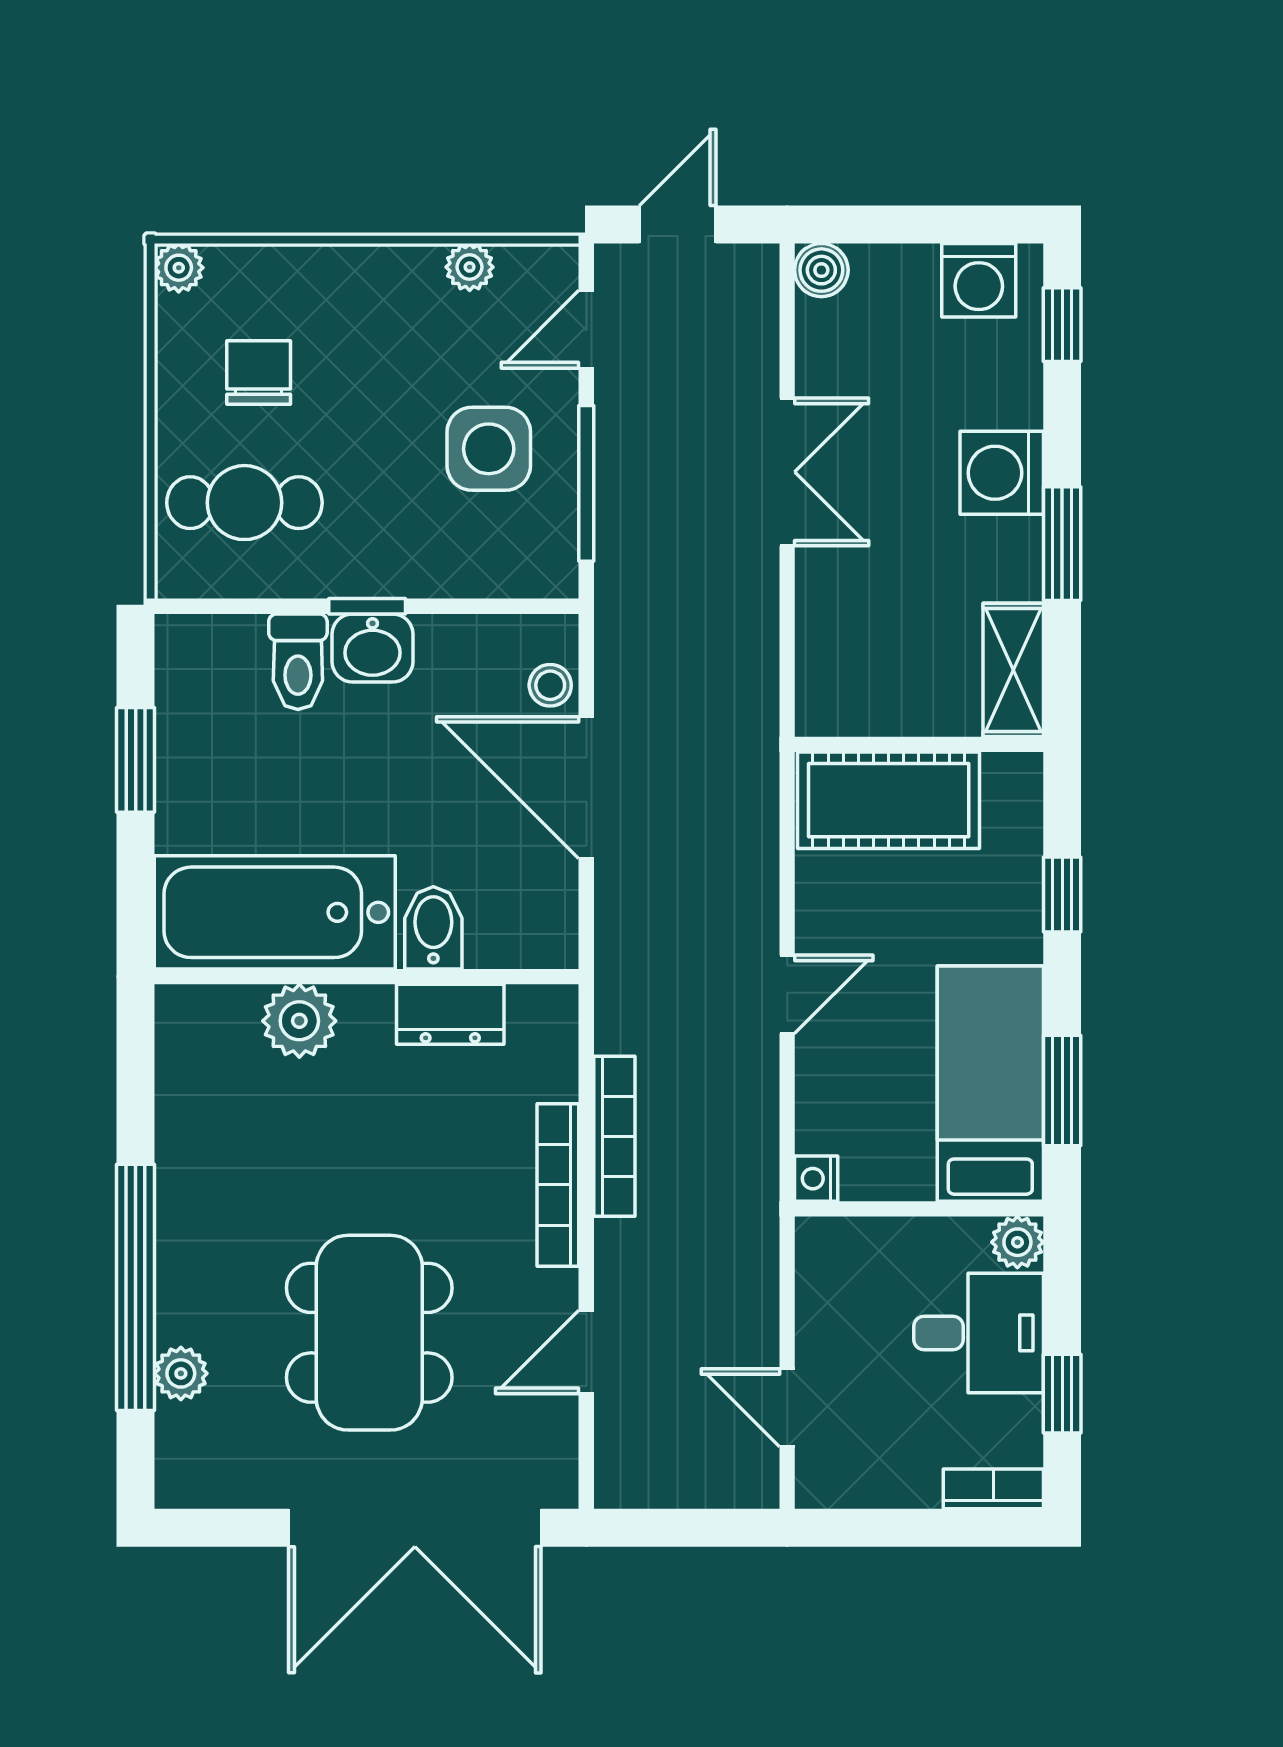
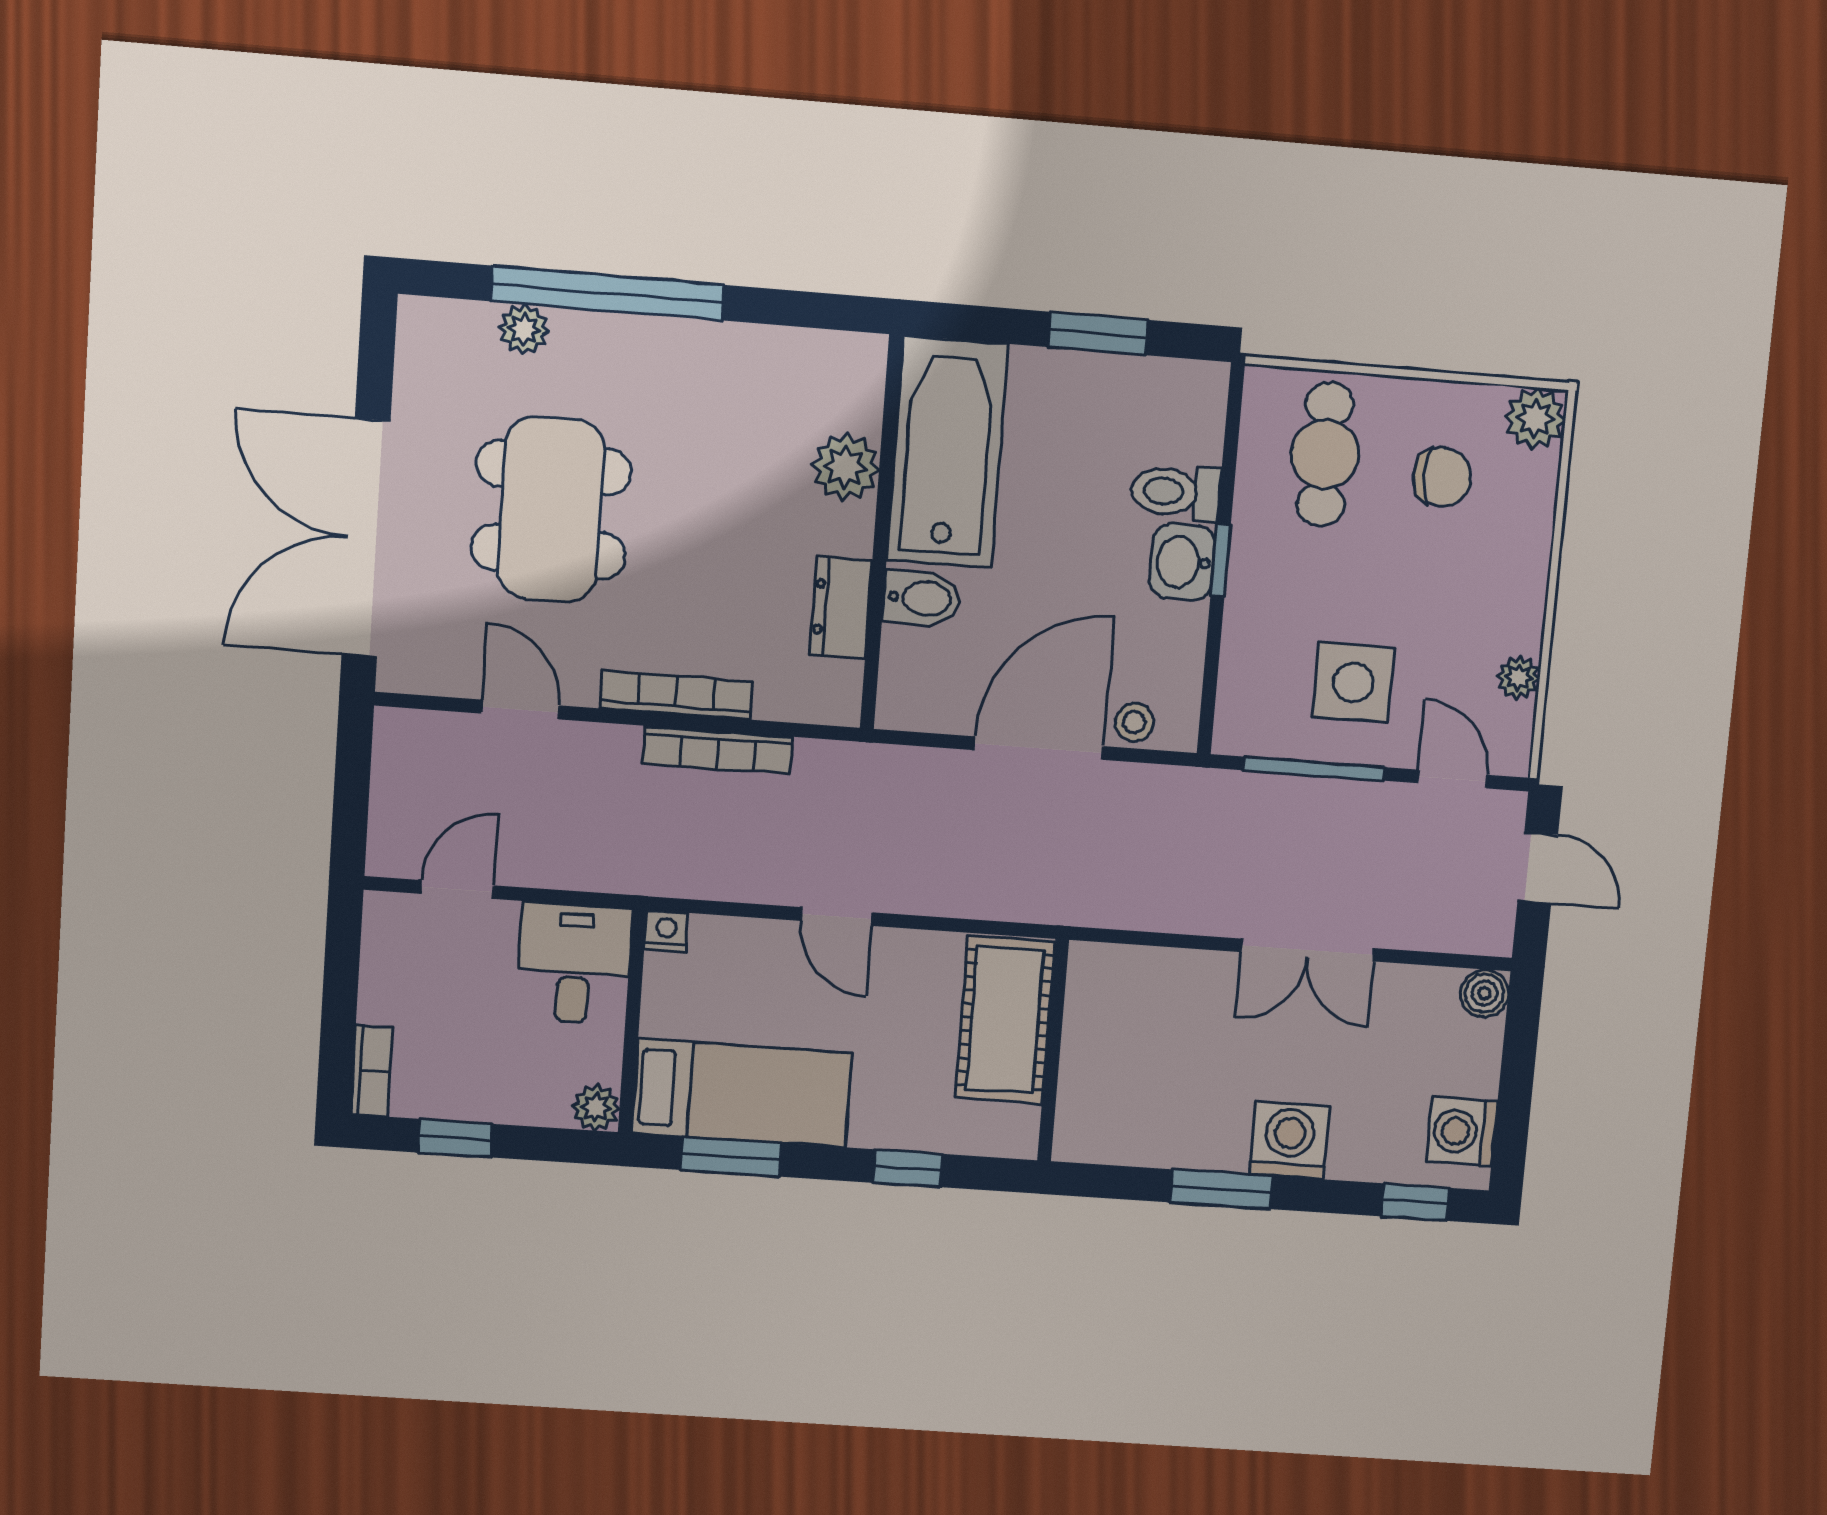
plant: (179, 268) -> (1535, 418), width x1.38, depth x1.38
shelving: (1013, 670) -> (1113, 1139), removed
dining table: (369, 1333) -> (551, 510), turned 90
desk: (979, 1333) -> (574, 964), moved, turned 180

